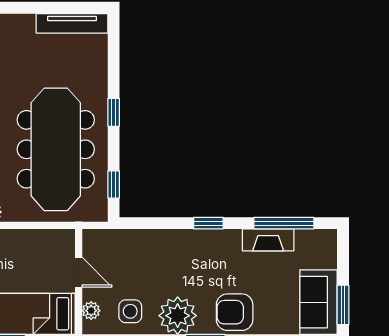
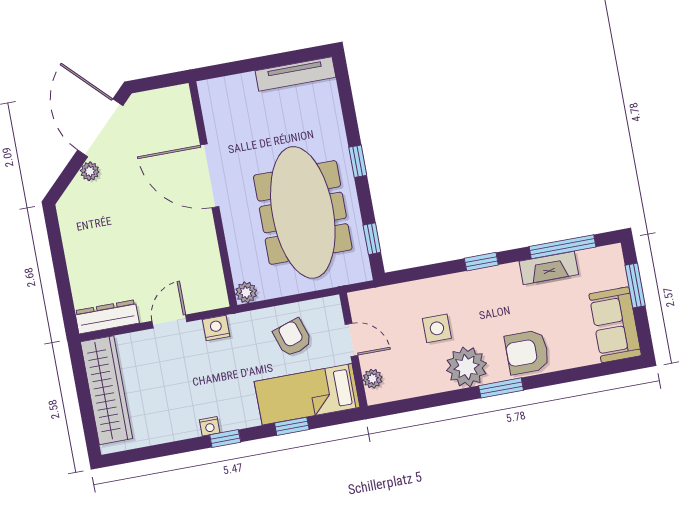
armchair: (26, 260) -> (293, 338), added
window: (343, 305) -> (635, 286), moved
side table: (130, 311) -> (437, 328), moved

